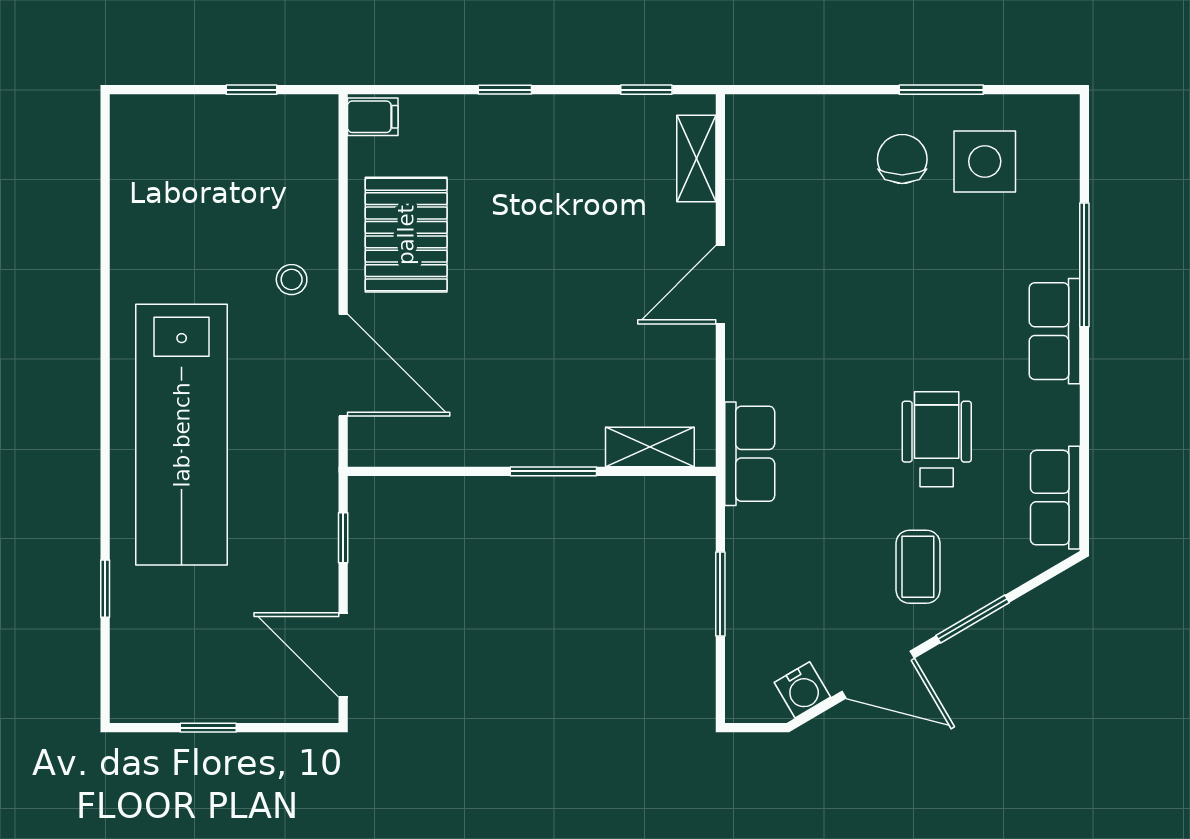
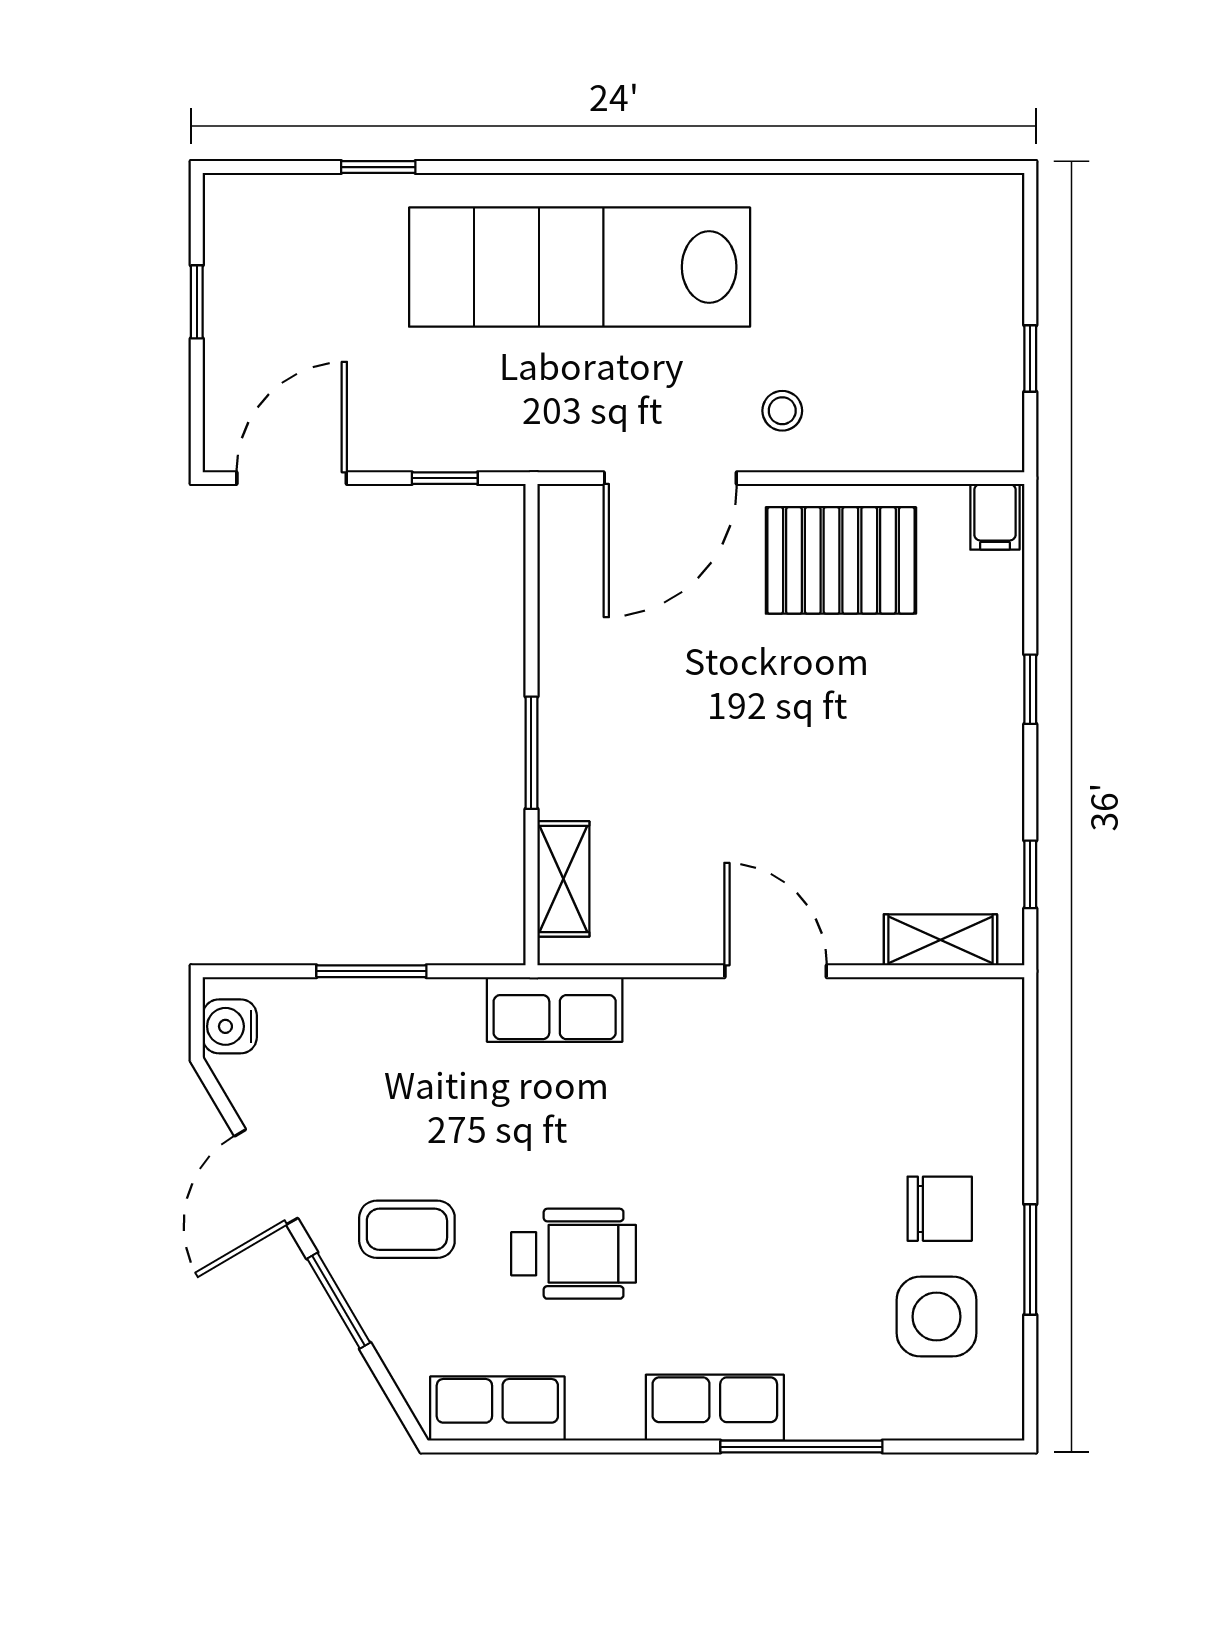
water cooler: (802, 690) -> (230, 1026), moved, turned 30

